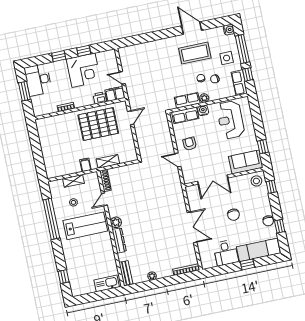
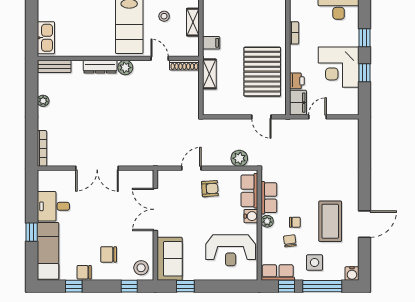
reception desk: (230, 120) -> (231, 250), turned 180
plant: (164, 127) -> (239, 158), added
chair: (233, 215) -> (109, 254), moved

